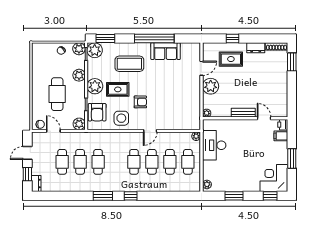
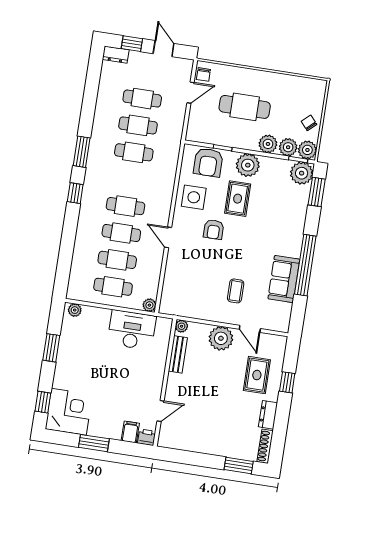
coffee table: (129, 64) -> (236, 291), moved, width x0.54, depth x0.58
armchair: (97, 112) -> (208, 162), turned -90
bench: (243, 113) -> (178, 354), moved
plant: (79, 124) -> (288, 147), moved

